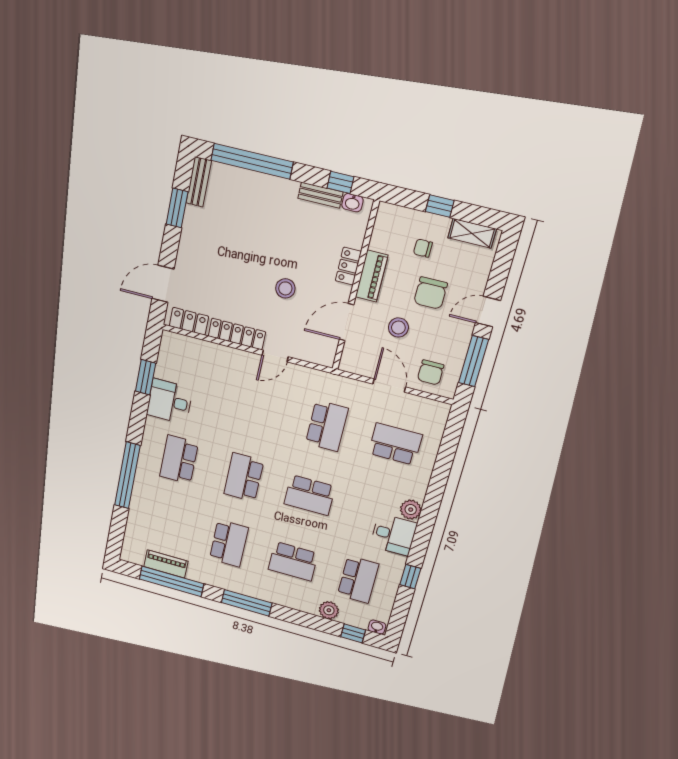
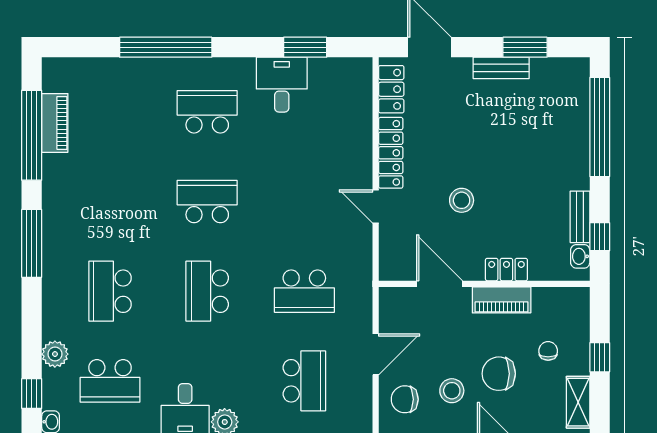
bench: (199, 182) -> (501, 68), moved
stool: (398, 327) -> (452, 391), moved
school desk: (229, 543) -> (110, 201), removed

